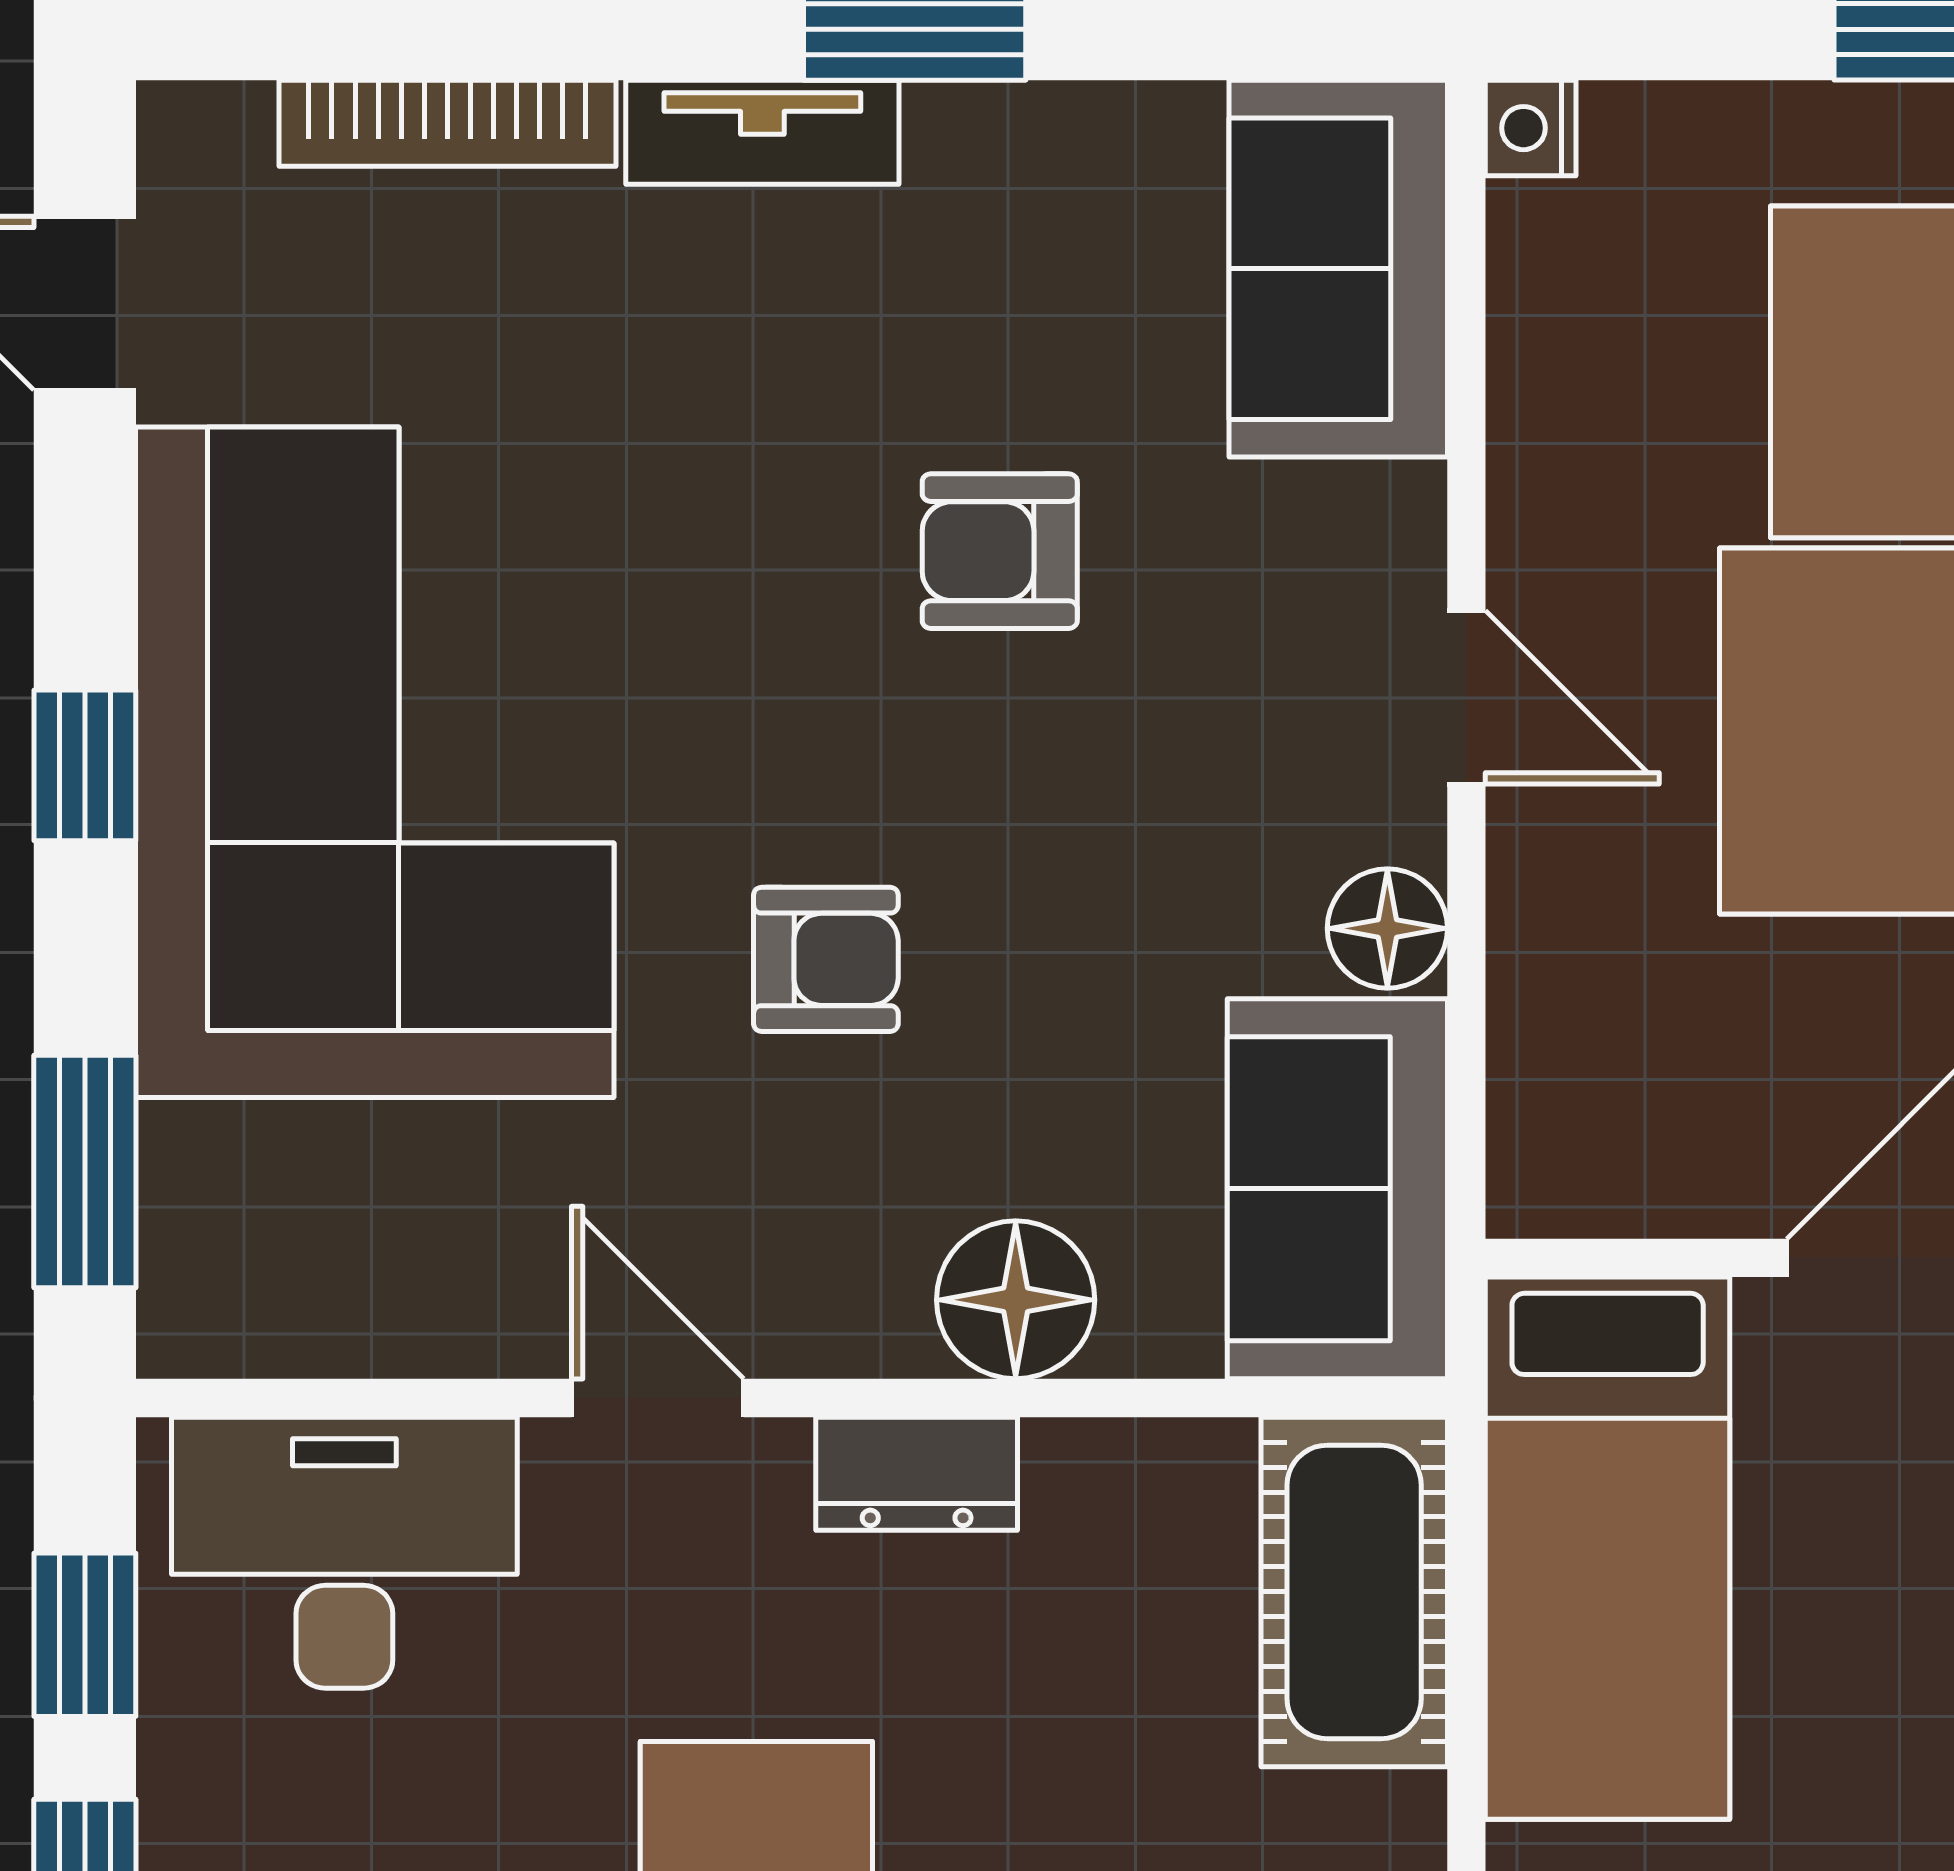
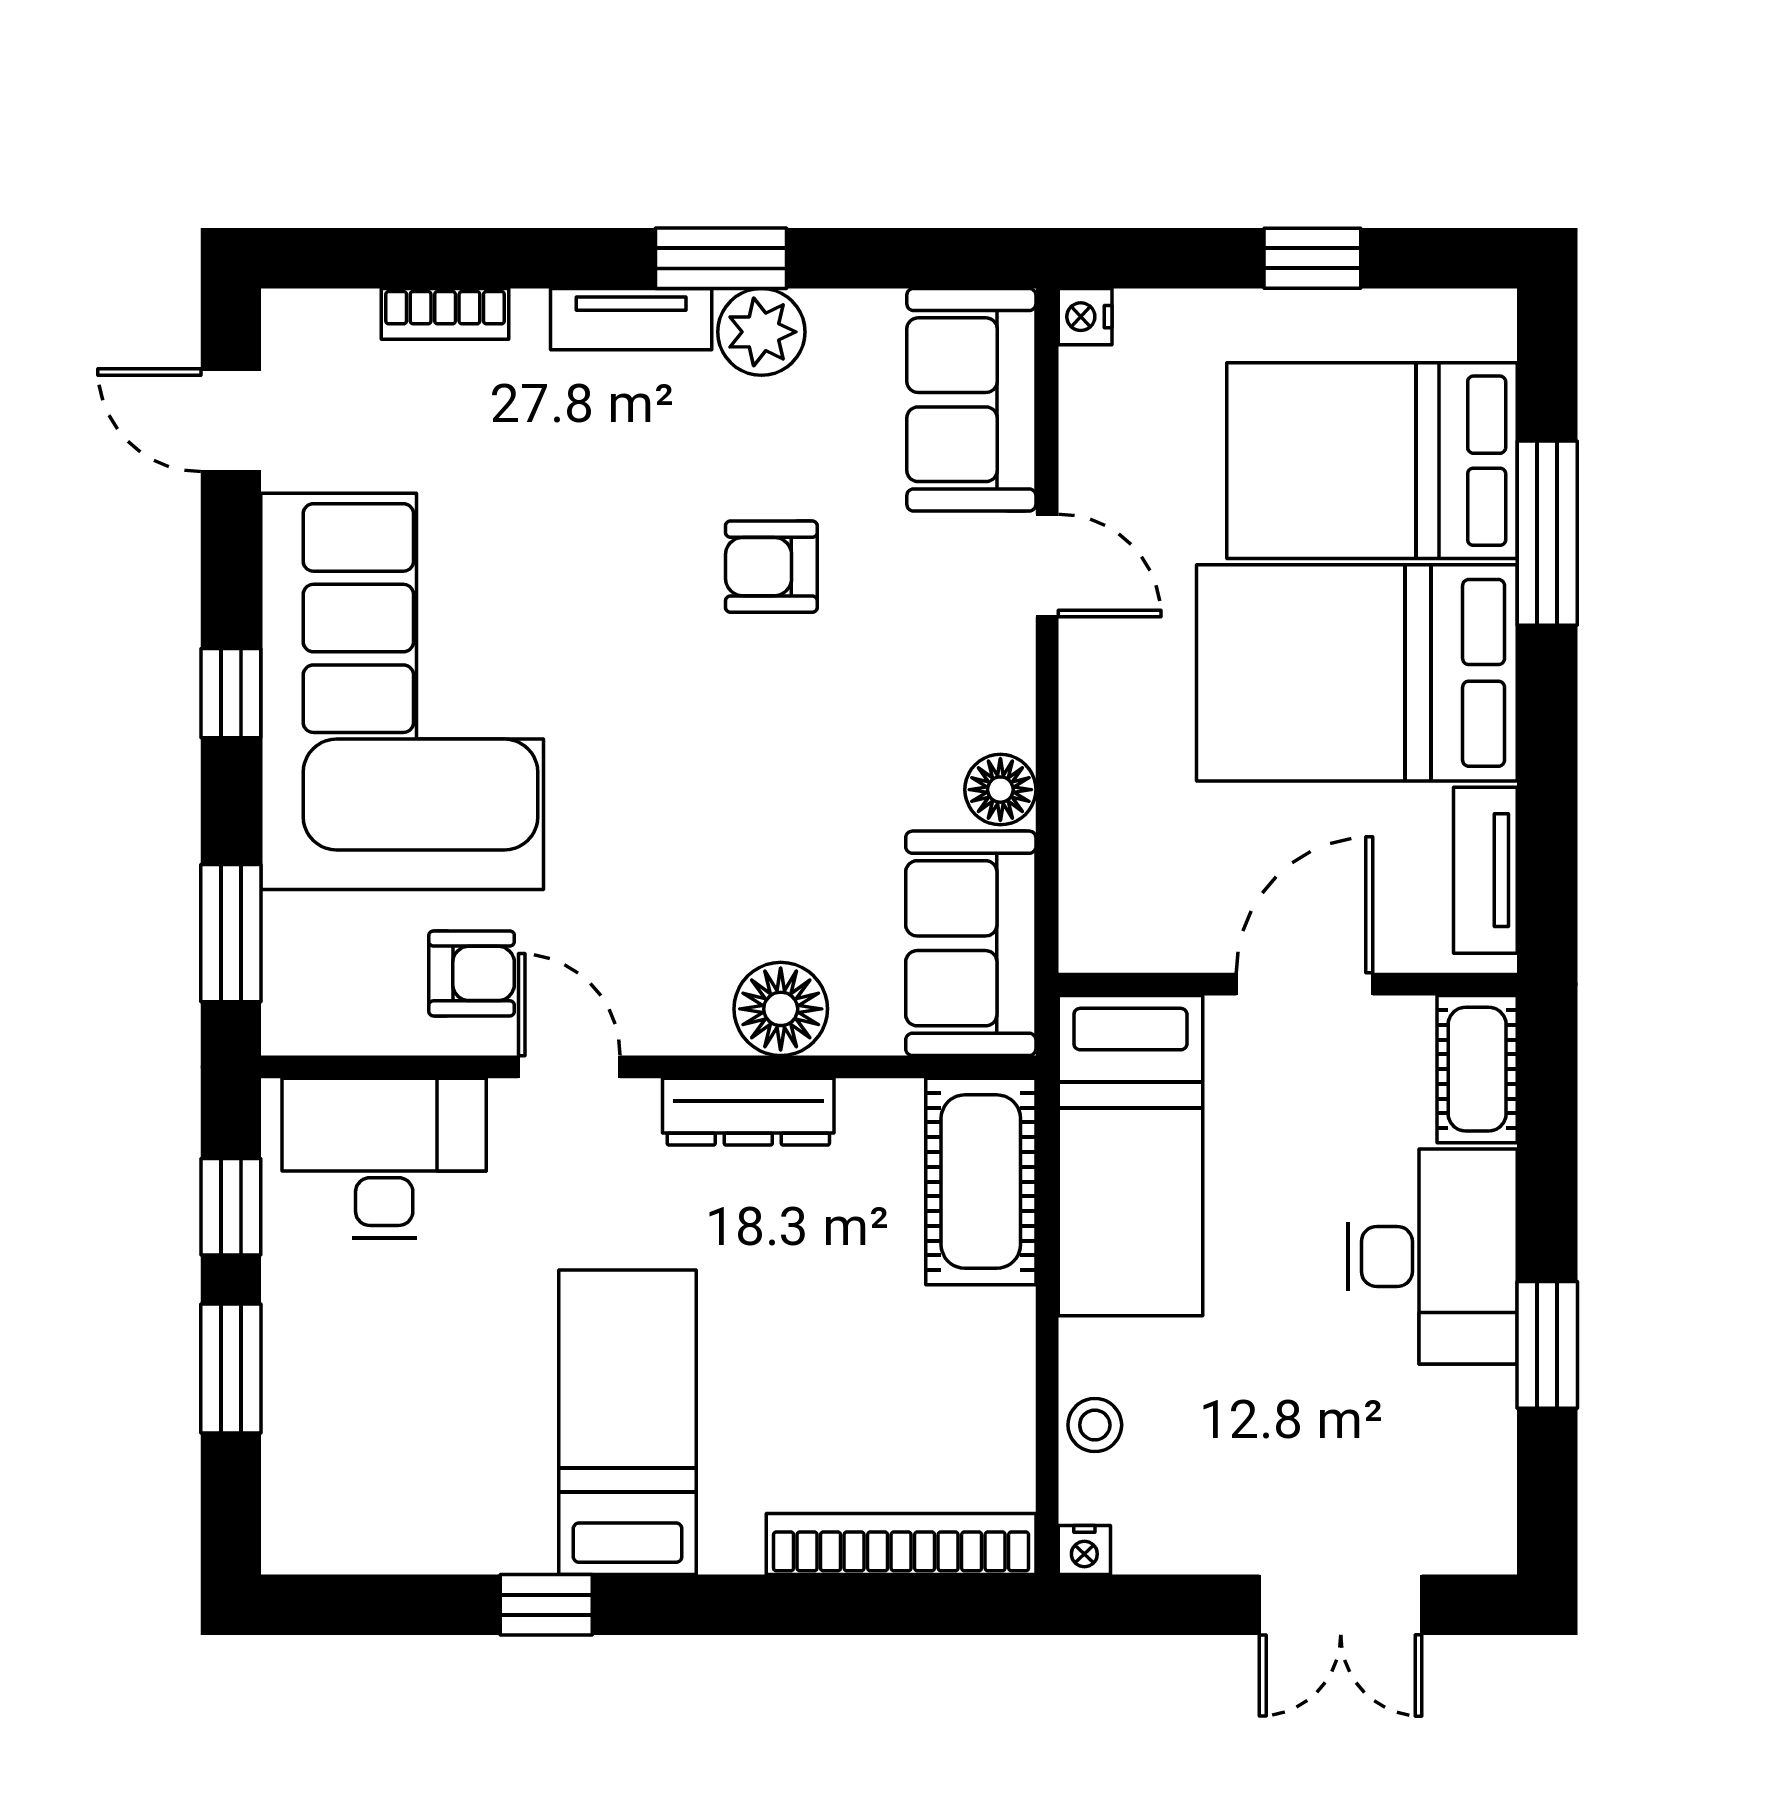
bookcase: (447, 123) -> (445, 314), width x0.64
plant: (983, 154) -> (761, 332), added
door: (1466, 697) -> (1047, 566), moved
armchair: (826, 959) -> (472, 973), moved
dresser: (917, 1474) -> (748, 1112), width x1.44

